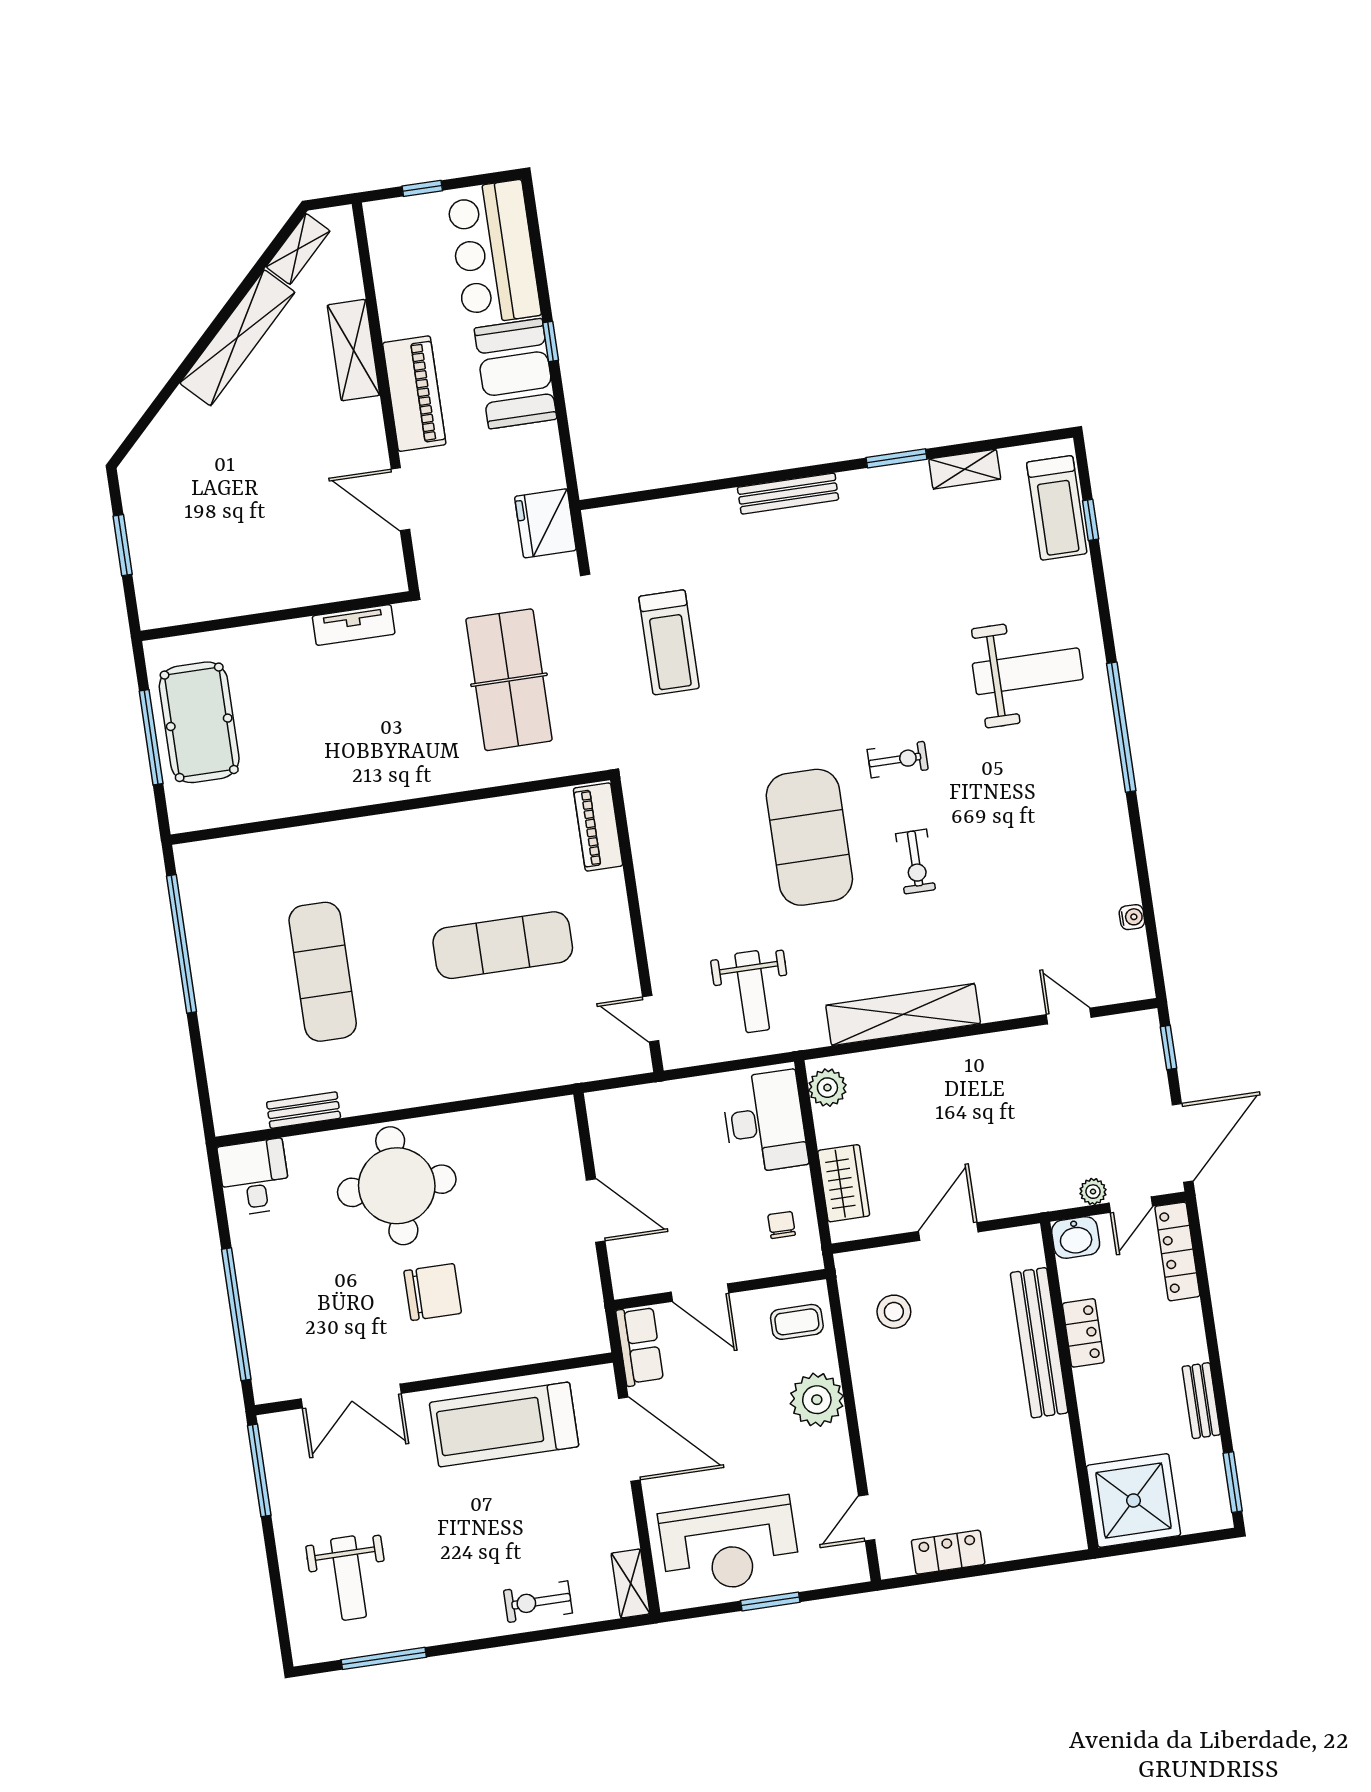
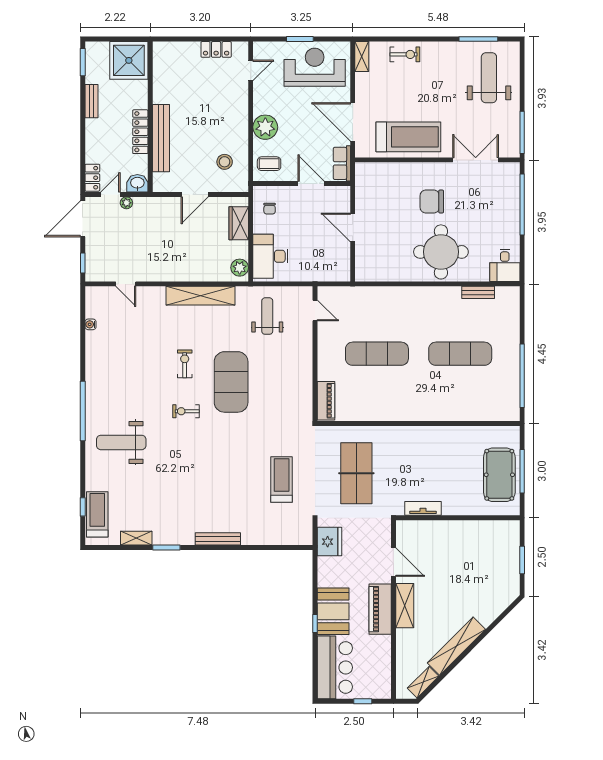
shelving: (354, 350) -> (405, 606), moved
exercise mat: (323, 972) -> (460, 354), turned 90
locker: (1177, 1251) -> (92, 178), width x0.66
locker: (1083, 1333) -> (140, 132), width x1.53
weight bench: (349, 1578) -> (489, 78), width x1.36, depth x1.33

